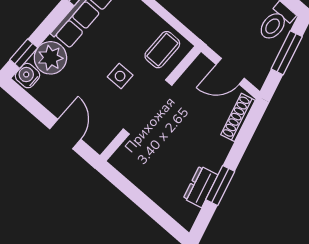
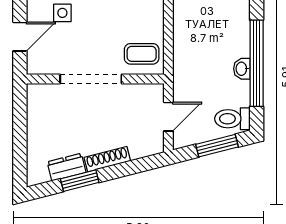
door: (230, 71) -> (168, 117), swing flipped
side table: (120, 76) -> (62, 13), moved
shoe rack: (238, 117) -> (107, 159), moved

